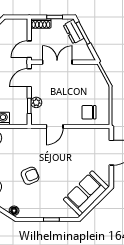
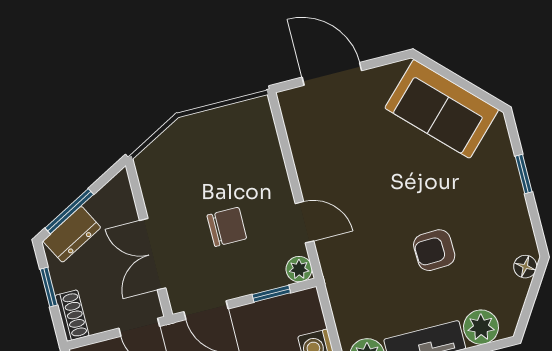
plant: (36, 102) -> (299, 269), moved
chair: (89, 112) -> (227, 227), moved, turned -90
armchair: (30, 176) -> (434, 250), turned -69

